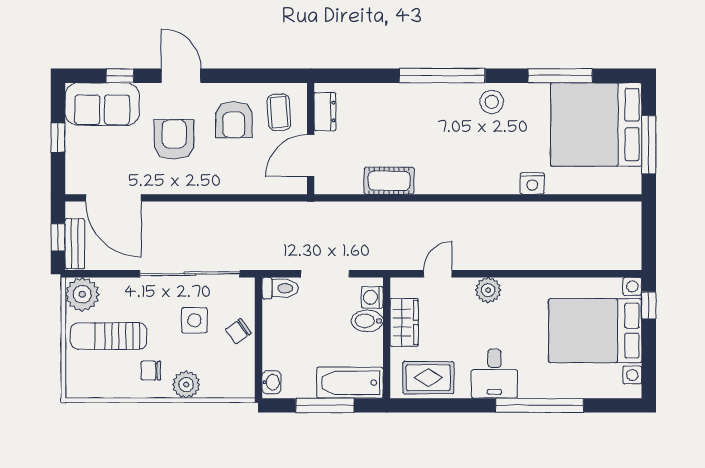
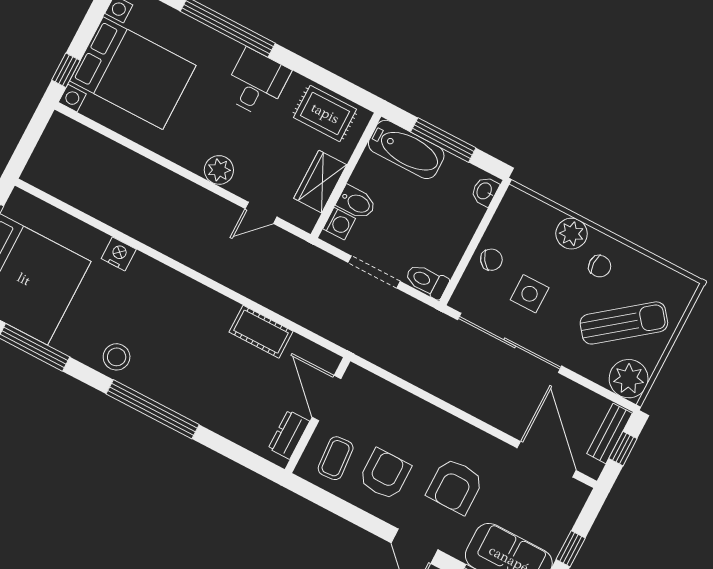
door: (311, 156) -> (327, 398), swing flipped
sun lounger: (109, 336) -> (624, 323), turned -38

